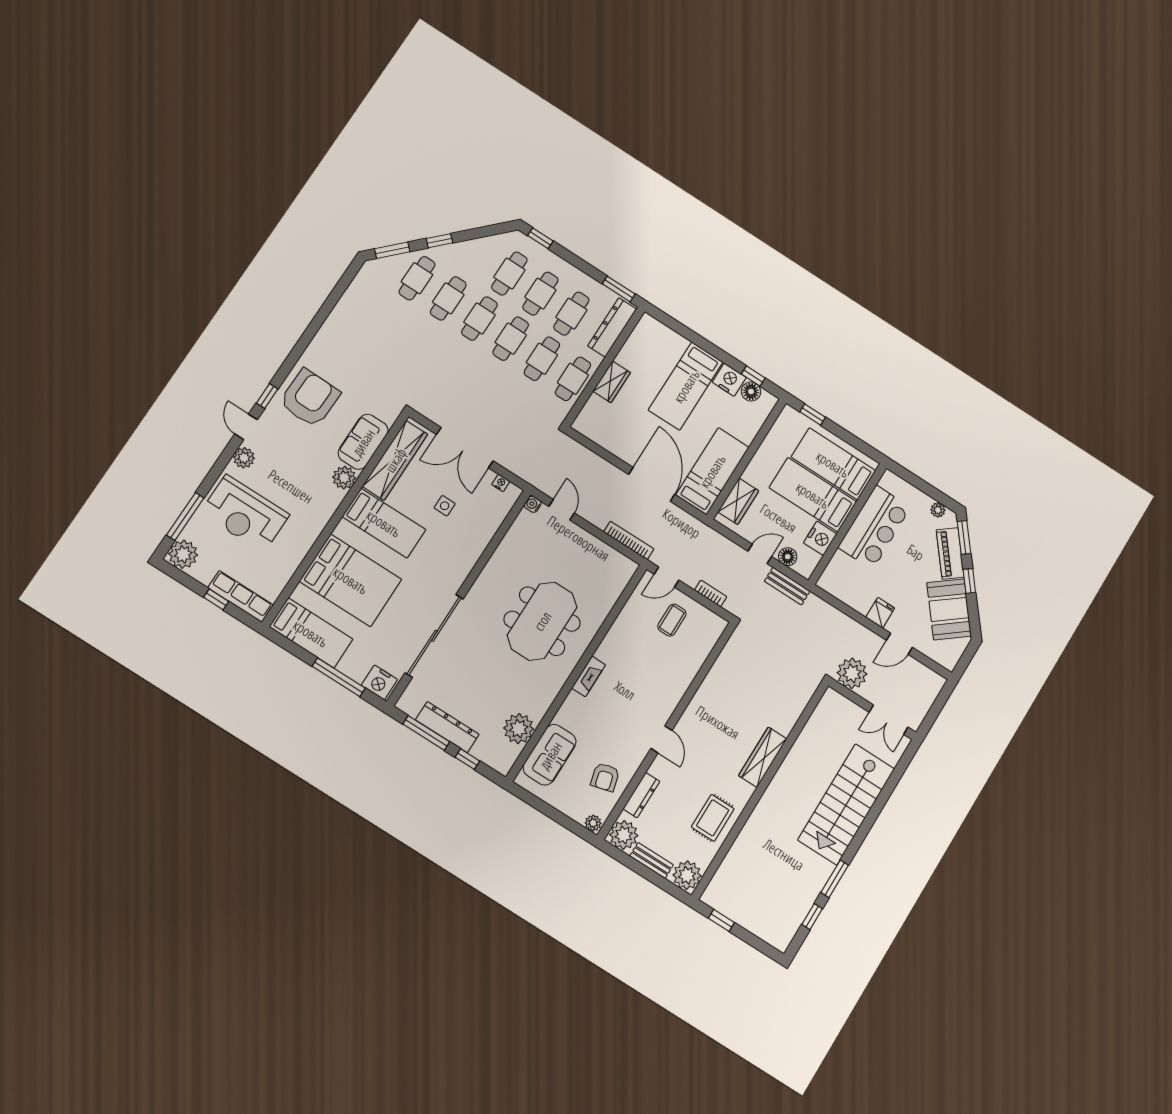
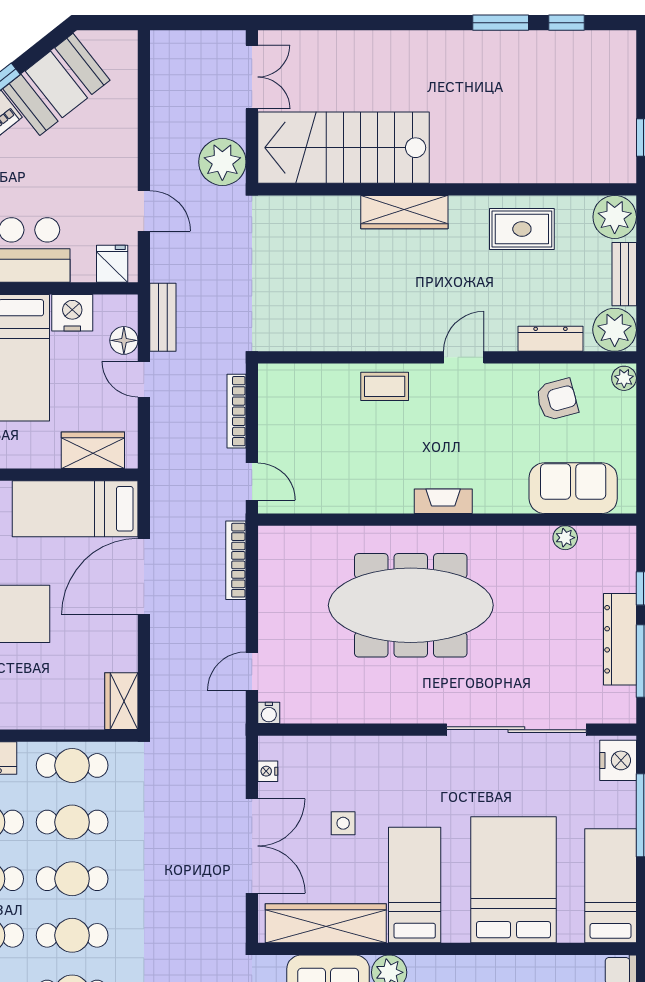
wardrobe: (612, 382) -> (121, 701), moved, turned -90
bookcase: (711, 593) -> (237, 411), width x1.56
fridge: (880, 613) -> (112, 264), moved, turned 90
coffee table: (672, 620) -> (385, 386), moved
meeting table: (542, 621) -> (411, 605), width x1.36
door: (899, 644) -> (144, 211), moved
plant: (519, 729) -> (565, 538), width x0.53, depth x0.53
stairs: (846, 804) -> (344, 148), moved, turned 180

